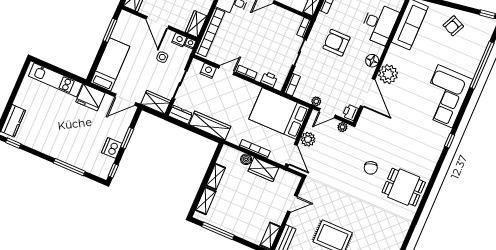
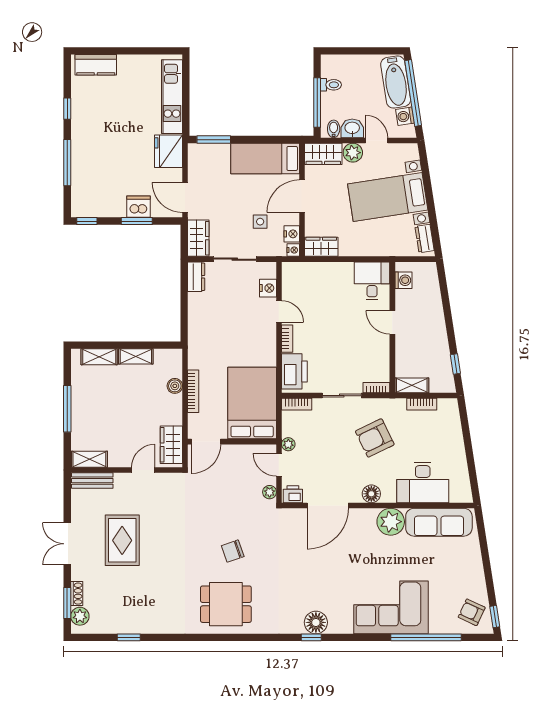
armchair: (453, 26) -> (472, 612), moved
window: (110, 30) -> (214, 140), moved
bookcase: (210, 32) -> (319, 270), removed
armchair: (336, 43) -> (375, 438), turned -116
bed: (110, 64) -> (265, 158), moved, turned 180
plant: (388, 74) -> (391, 522), moved
printer: (269, 80) -> (294, 371), width x1.87, depth x1.48
corner sofa: (445, 96) -> (391, 607), moved
wardrobe: (210, 126) -> (198, 321), removed
floor lamp: (441, 133) -> (316, 622), added
plant: (308, 139) -> (235, 454), removed
window: (13, 143) -> (67, 109), moved
dishwasher: (112, 148) -> (139, 207), moved
wardrobe: (263, 169) -> (171, 445), moved
dining table: (404, 187) -> (226, 604), turned 90
door: (292, 204) -> (143, 470), swing flipped
window: (218, 231) -> (67, 409), moved

